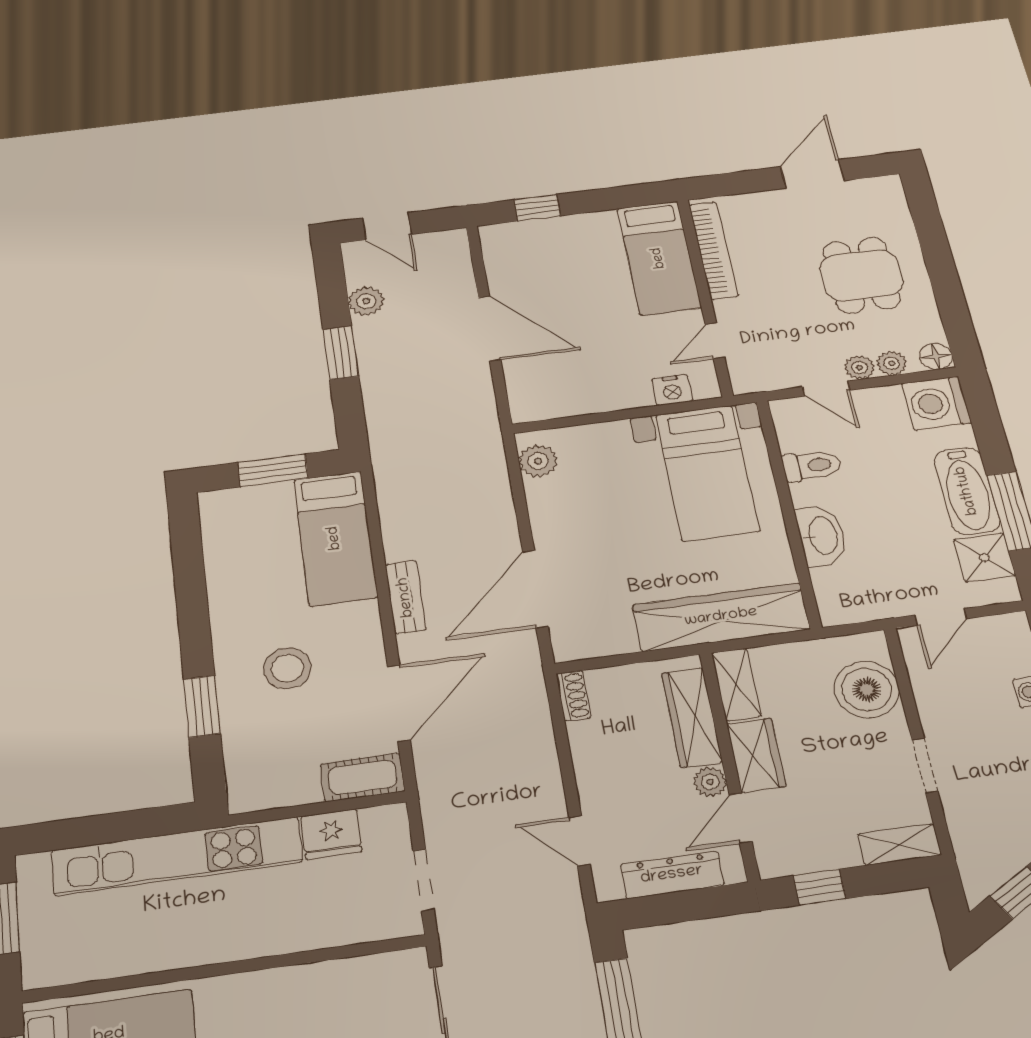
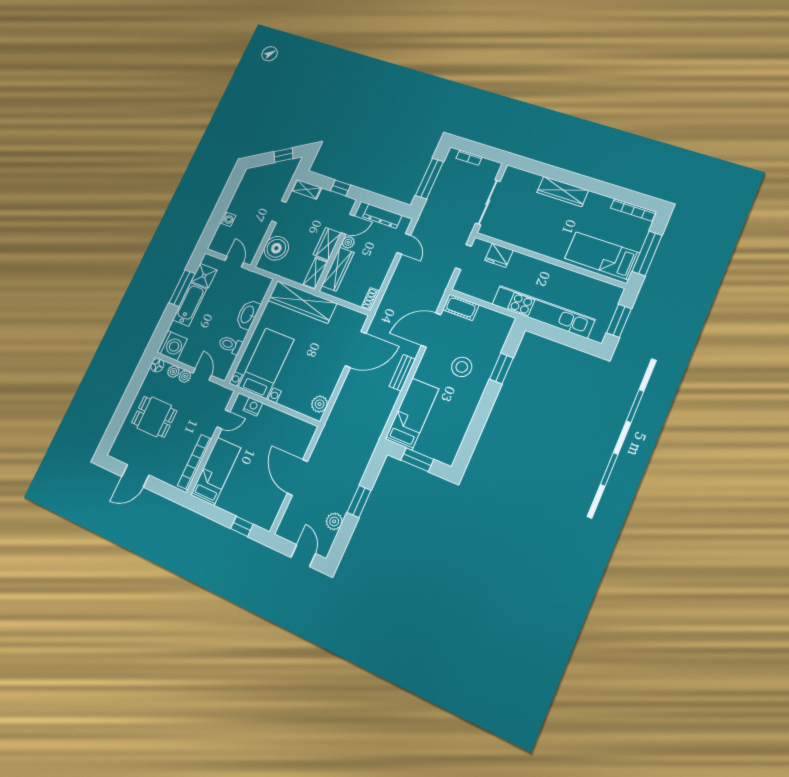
dining table: (861, 275) -> (154, 417), turned 90
door: (941, 617) -> (234, 262), hinge flipped
fridge: (331, 834) -> (499, 255), moved, turned 180

